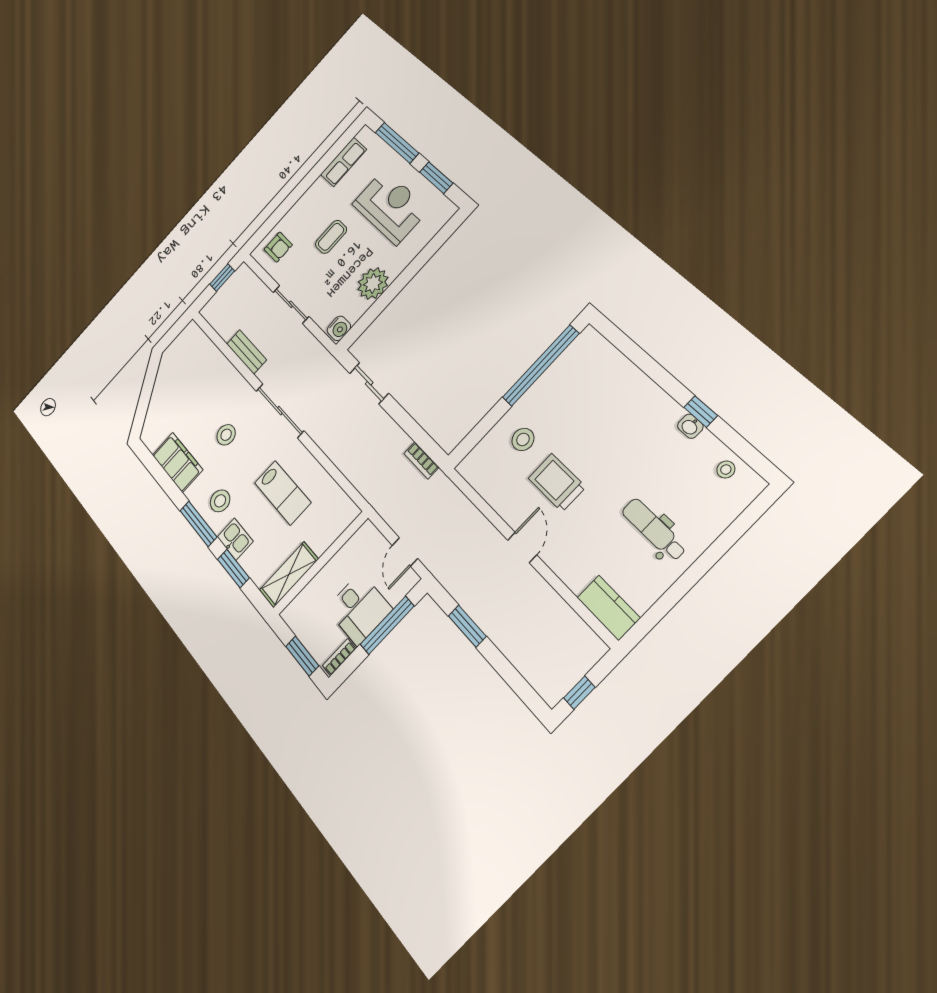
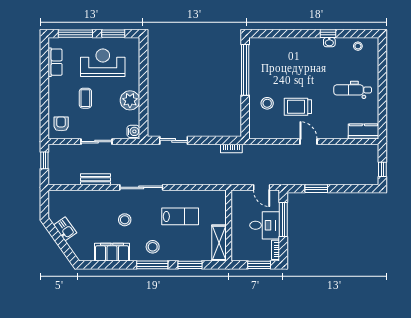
armchair: (278, 247) -> (61, 124), turned -90
kitchen sink: (235, 539) -> (65, 229), moved, turned 55

